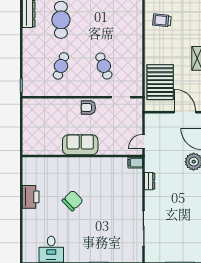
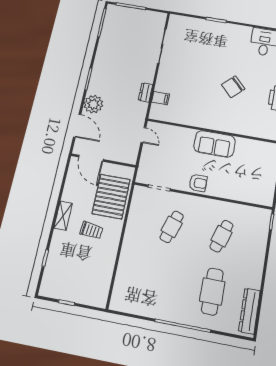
trolley: (162, 20) -> (91, 230), moved
cafe table: (104, 66) -> (172, 227), turned 39
door: (144, 141) -> (143, 135), hinge flipped
filing cabinet: (135, 163) -> (160, 98), moved

